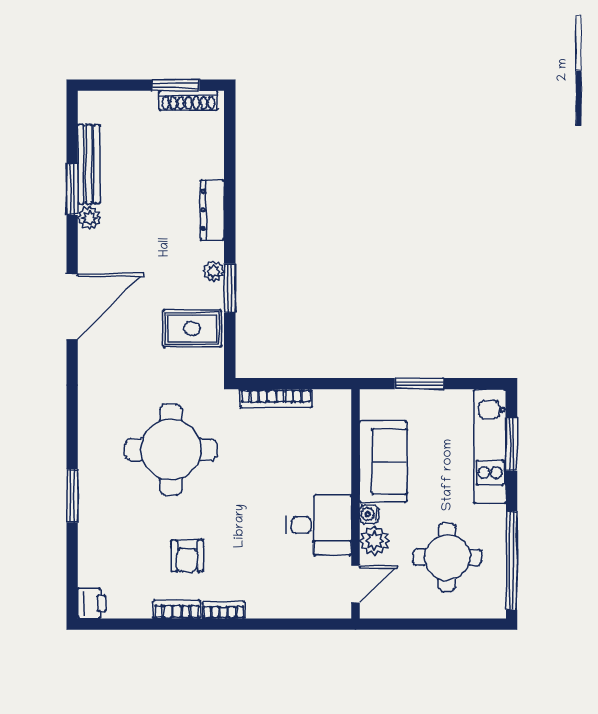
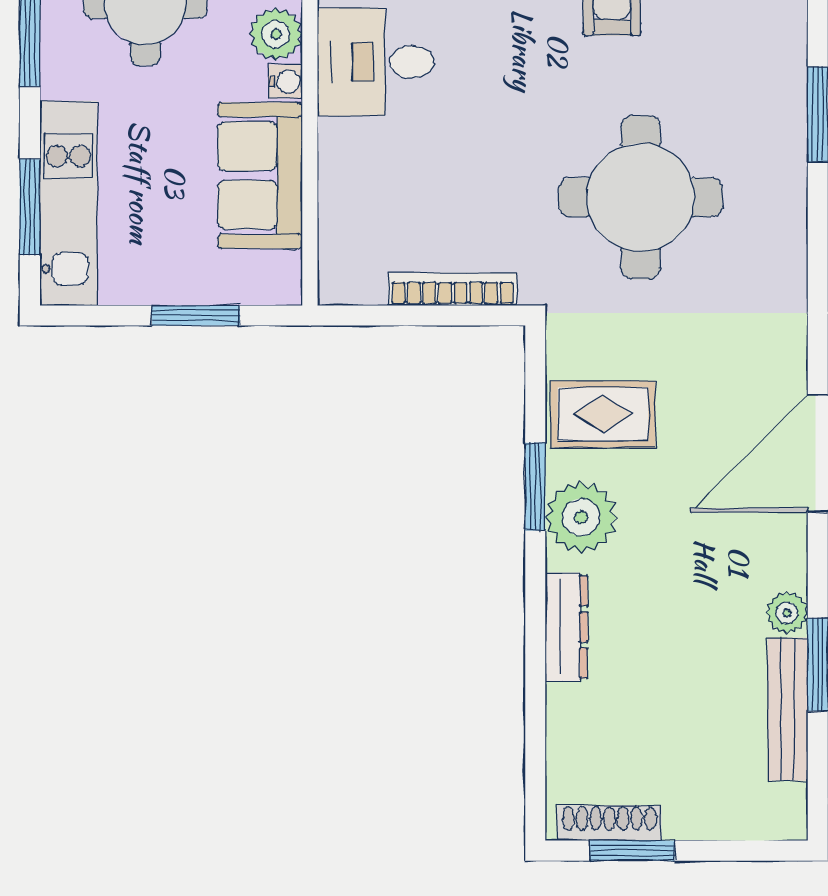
plant: (214, 271) -> (581, 517), width x1.87, depth x1.87

